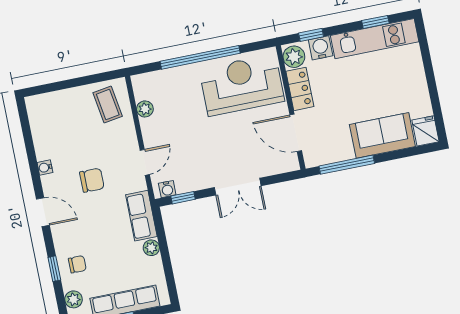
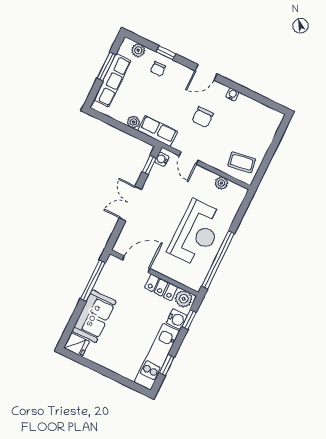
window: (200, 57) -> (218, 260), moved
reception desk: (242, 85) -> (196, 233), moved

